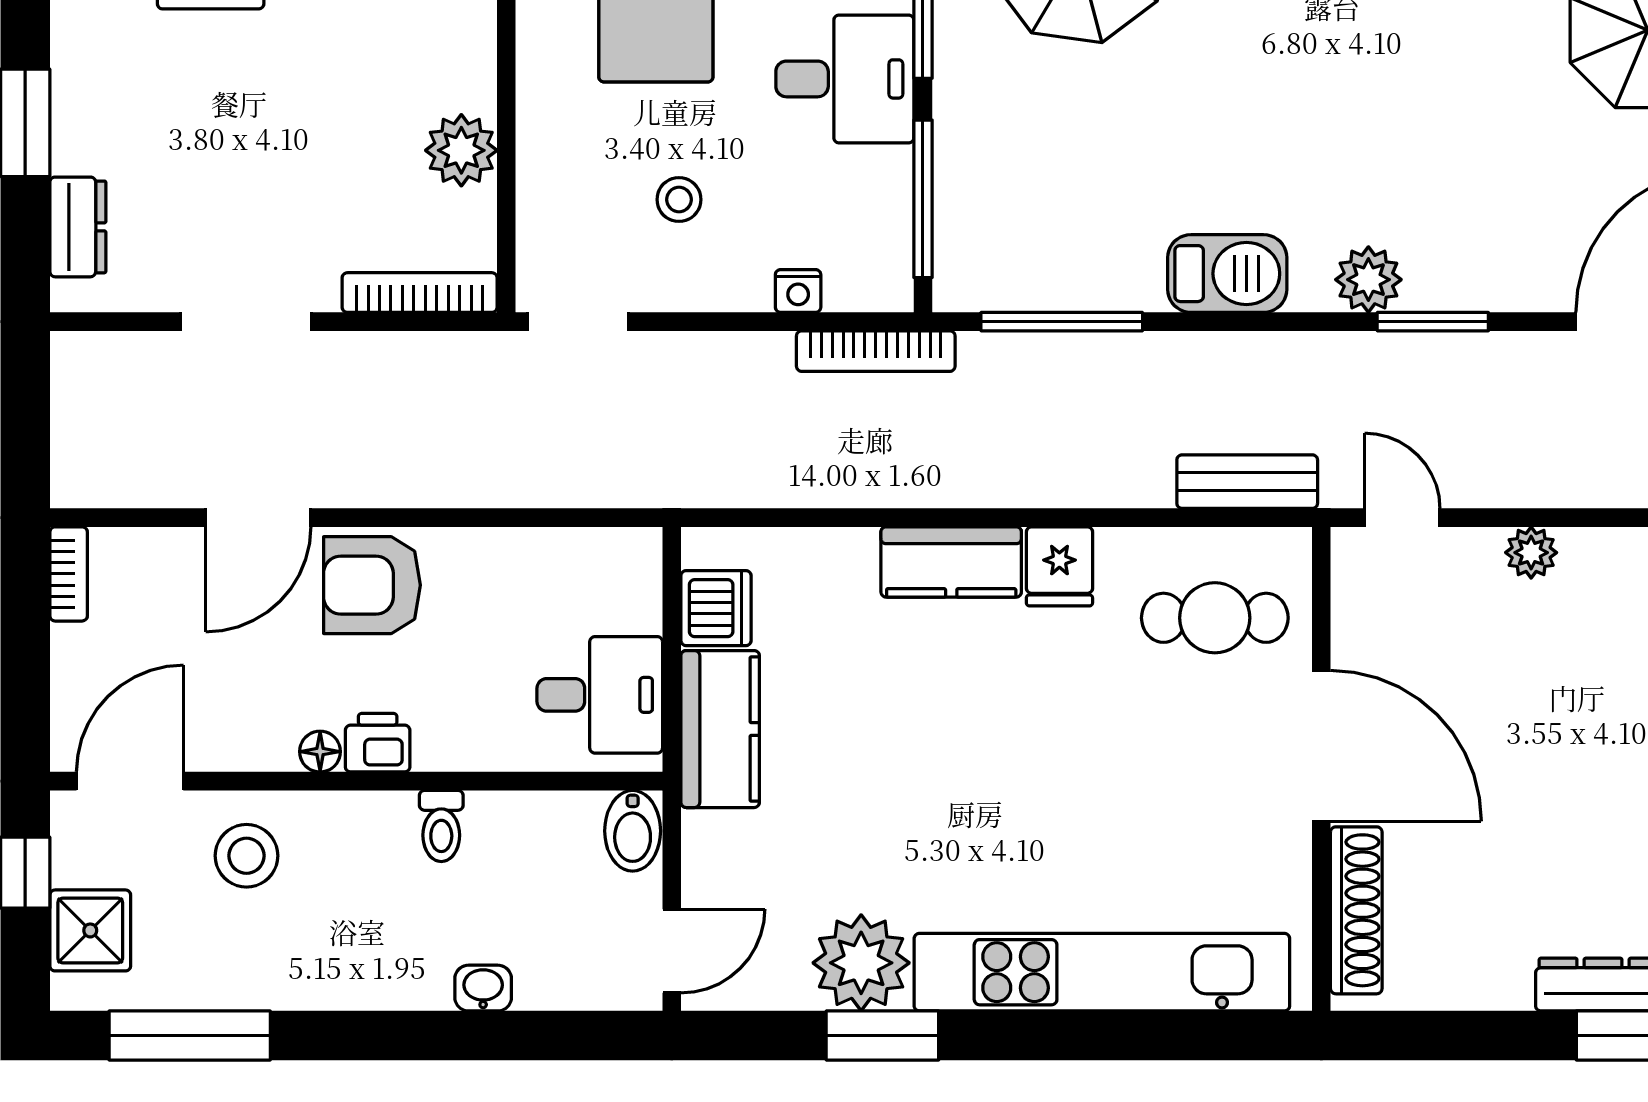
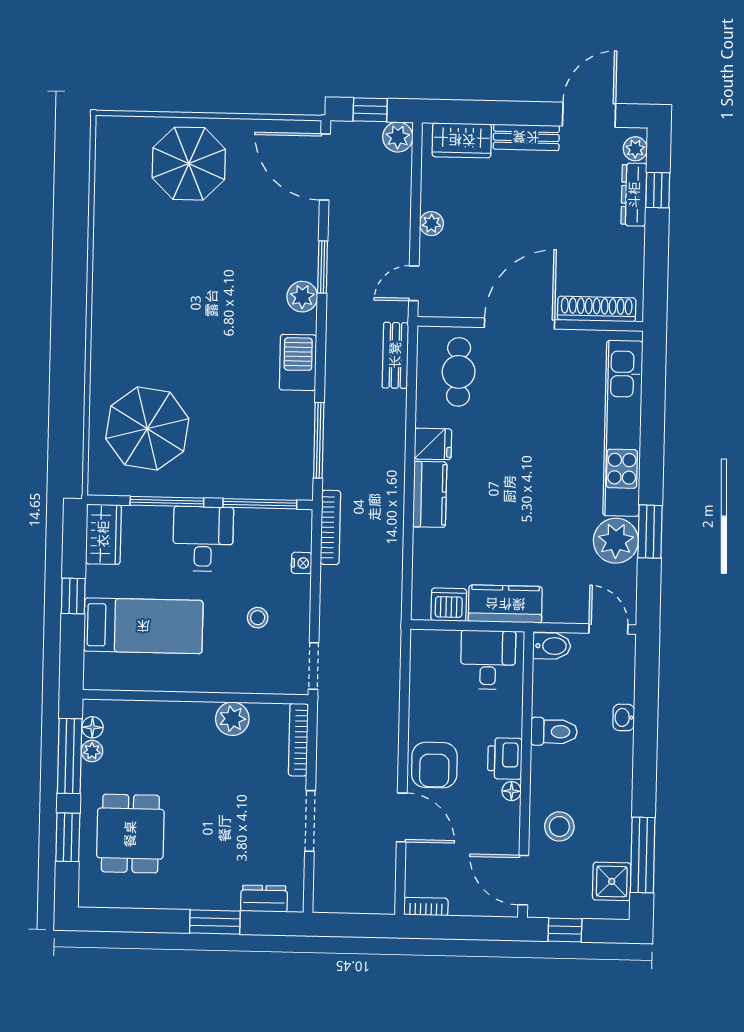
printer: (378, 743) -> (505, 759), width x1.36, depth x1.24
toilet: (441, 826) -> (554, 732), width x1.37, depth x1.39
shower: (90, 930) -> (612, 881), moved

